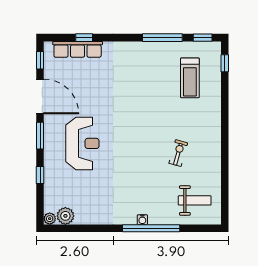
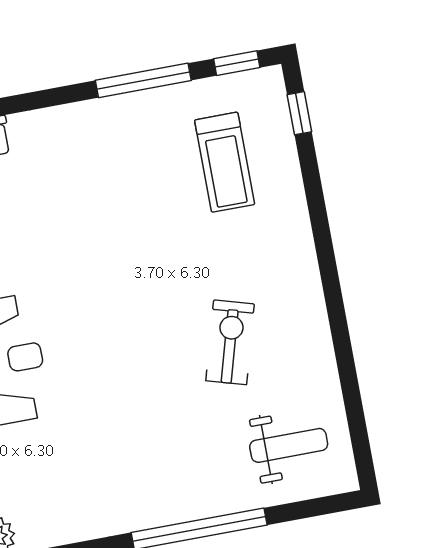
exercise bike: (178, 153) -> (230, 342), width x1.38, depth x1.39
water cooler: (142, 220) -> (175, 512), removed

